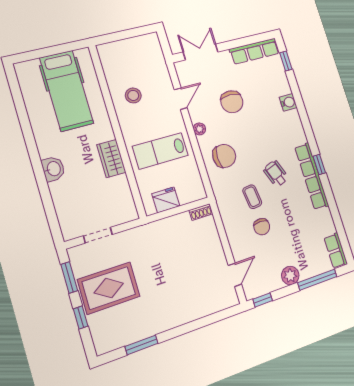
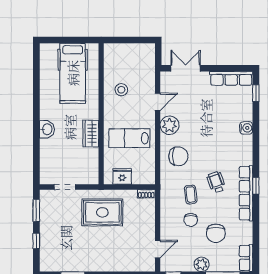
chair: (232, 102) -> (216, 233), moved
plant: (199, 129) -> (170, 125), width x1.88, depth x1.88
rug: (109, 288) -> (102, 212), moved

